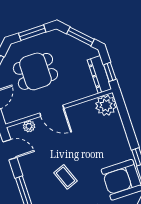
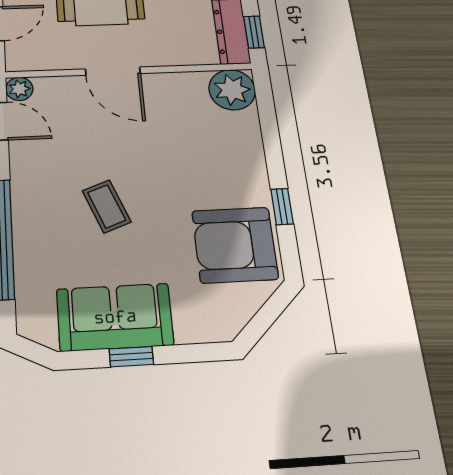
plant: (29, 126) -> (19, 89), moved

